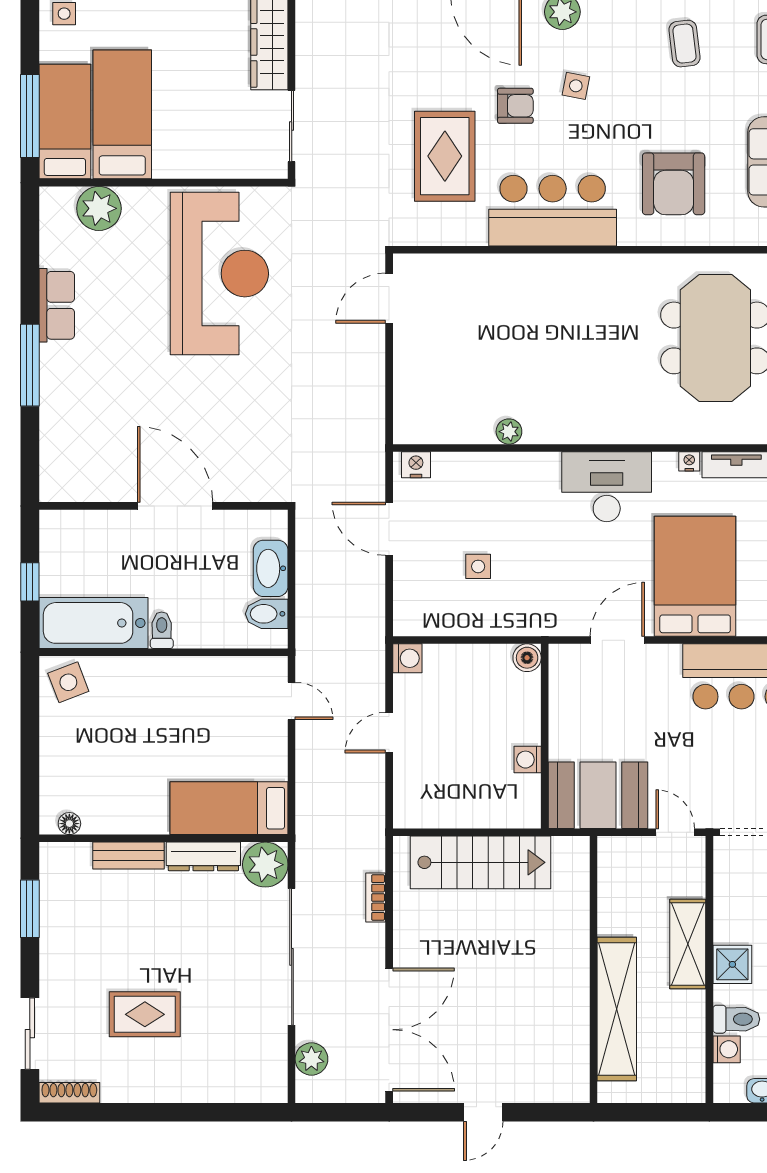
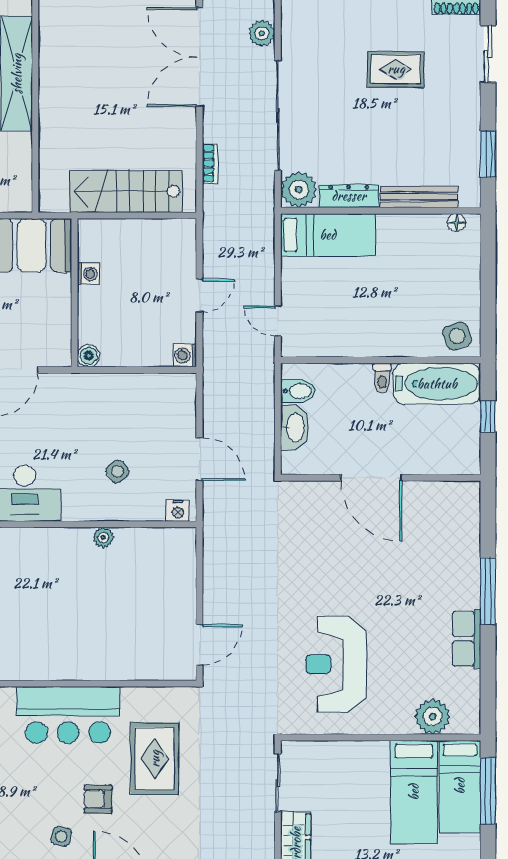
side table: (576, 86) -> (61, 836), moved
reception desk: (219, 274) -> (336, 664), width x0.74, depth x0.77
side table: (478, 566) -> (117, 472), moved, turned -38
bench: (128, 856) -> (419, 197), width x1.36

